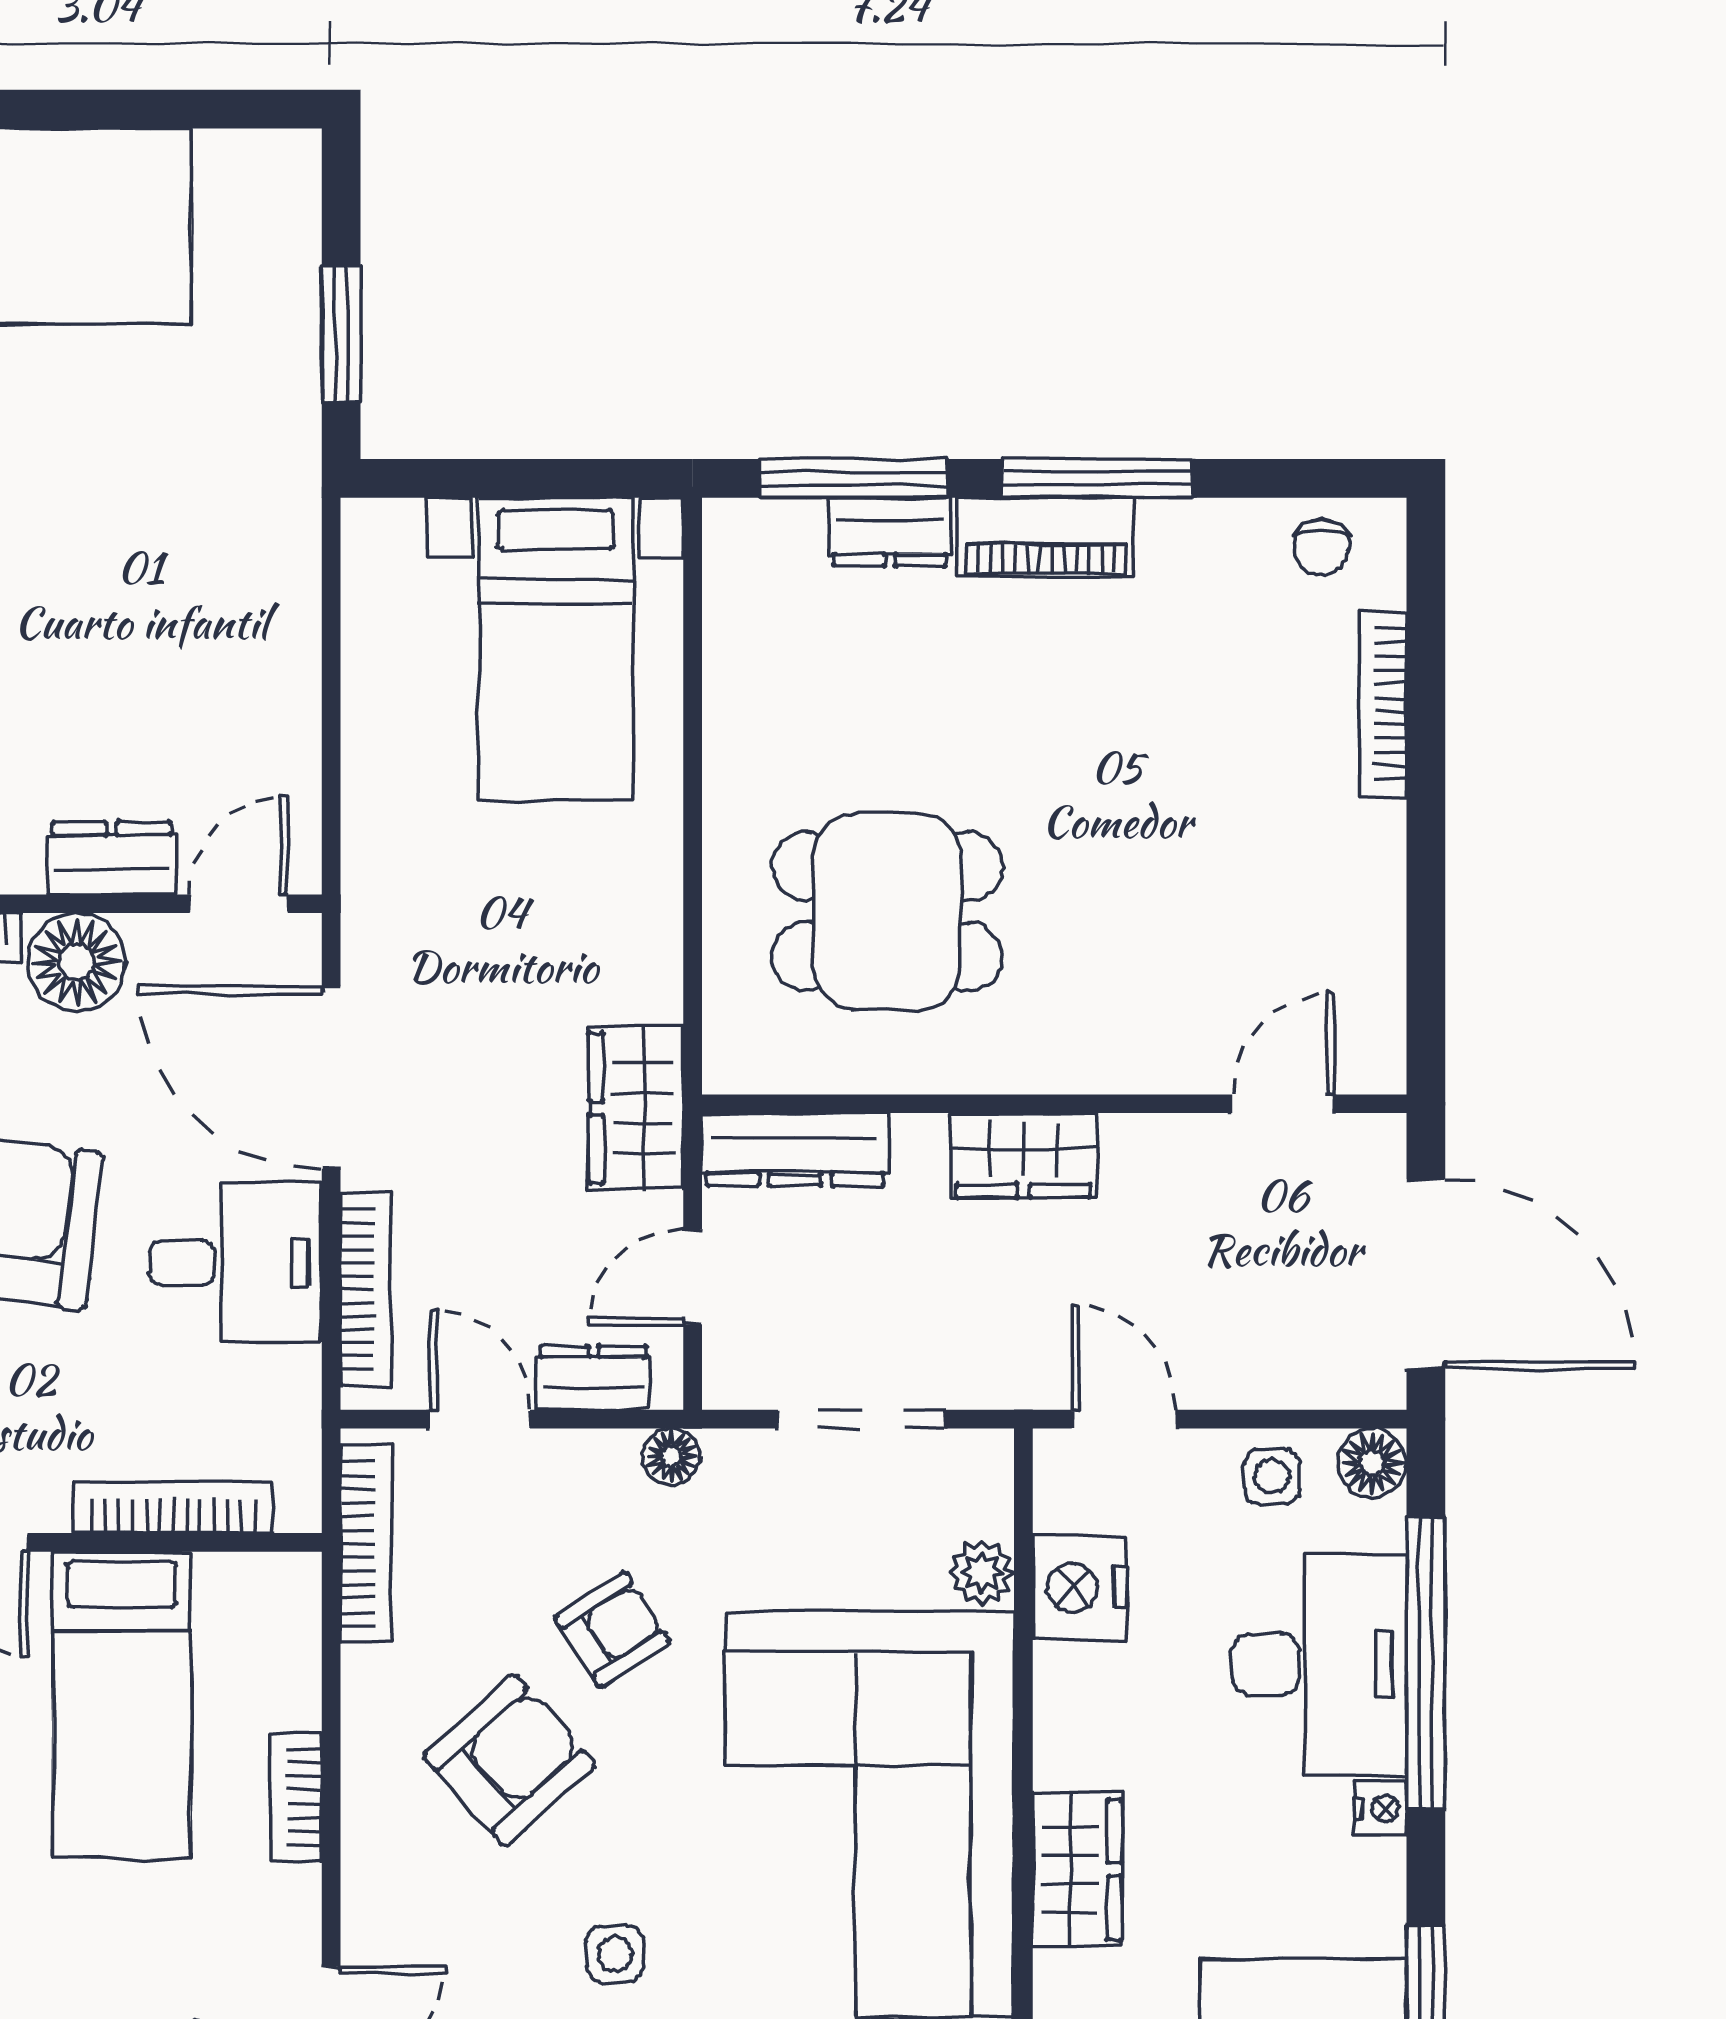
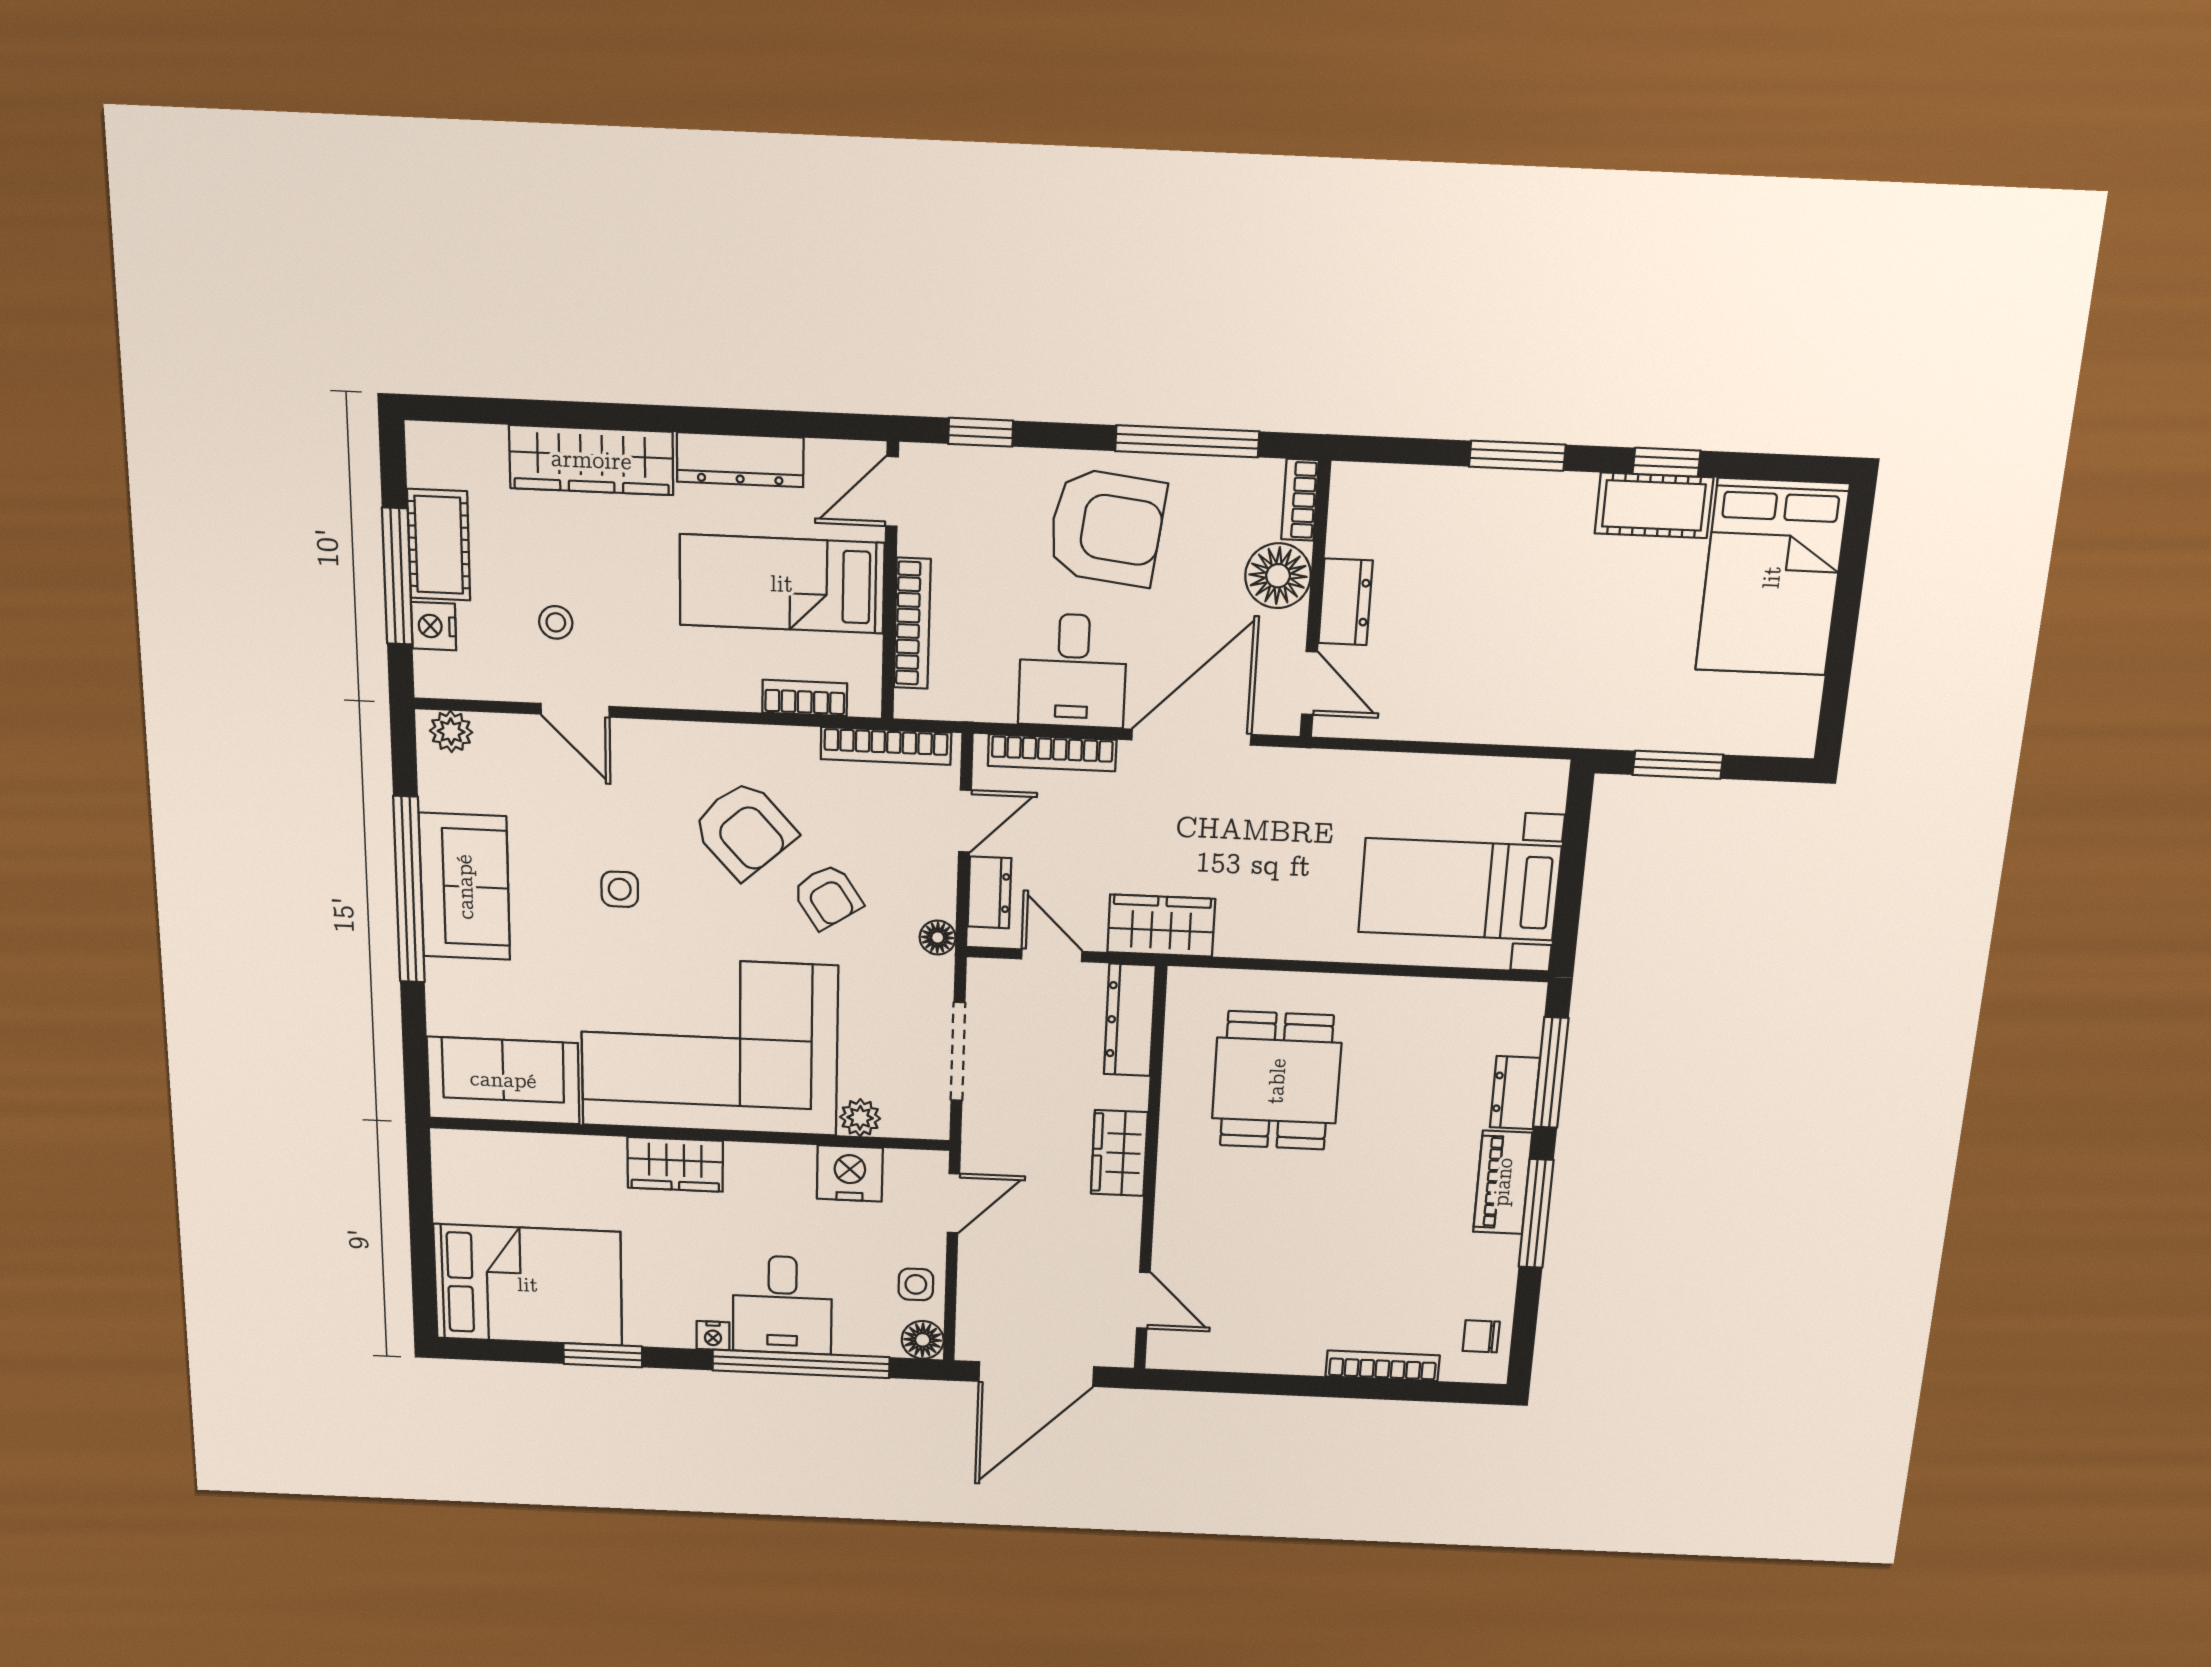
desk: (1319, 1665) -> (782, 1305), width x0.73
bookcase: (296, 1797) -> (805, 698), moved

